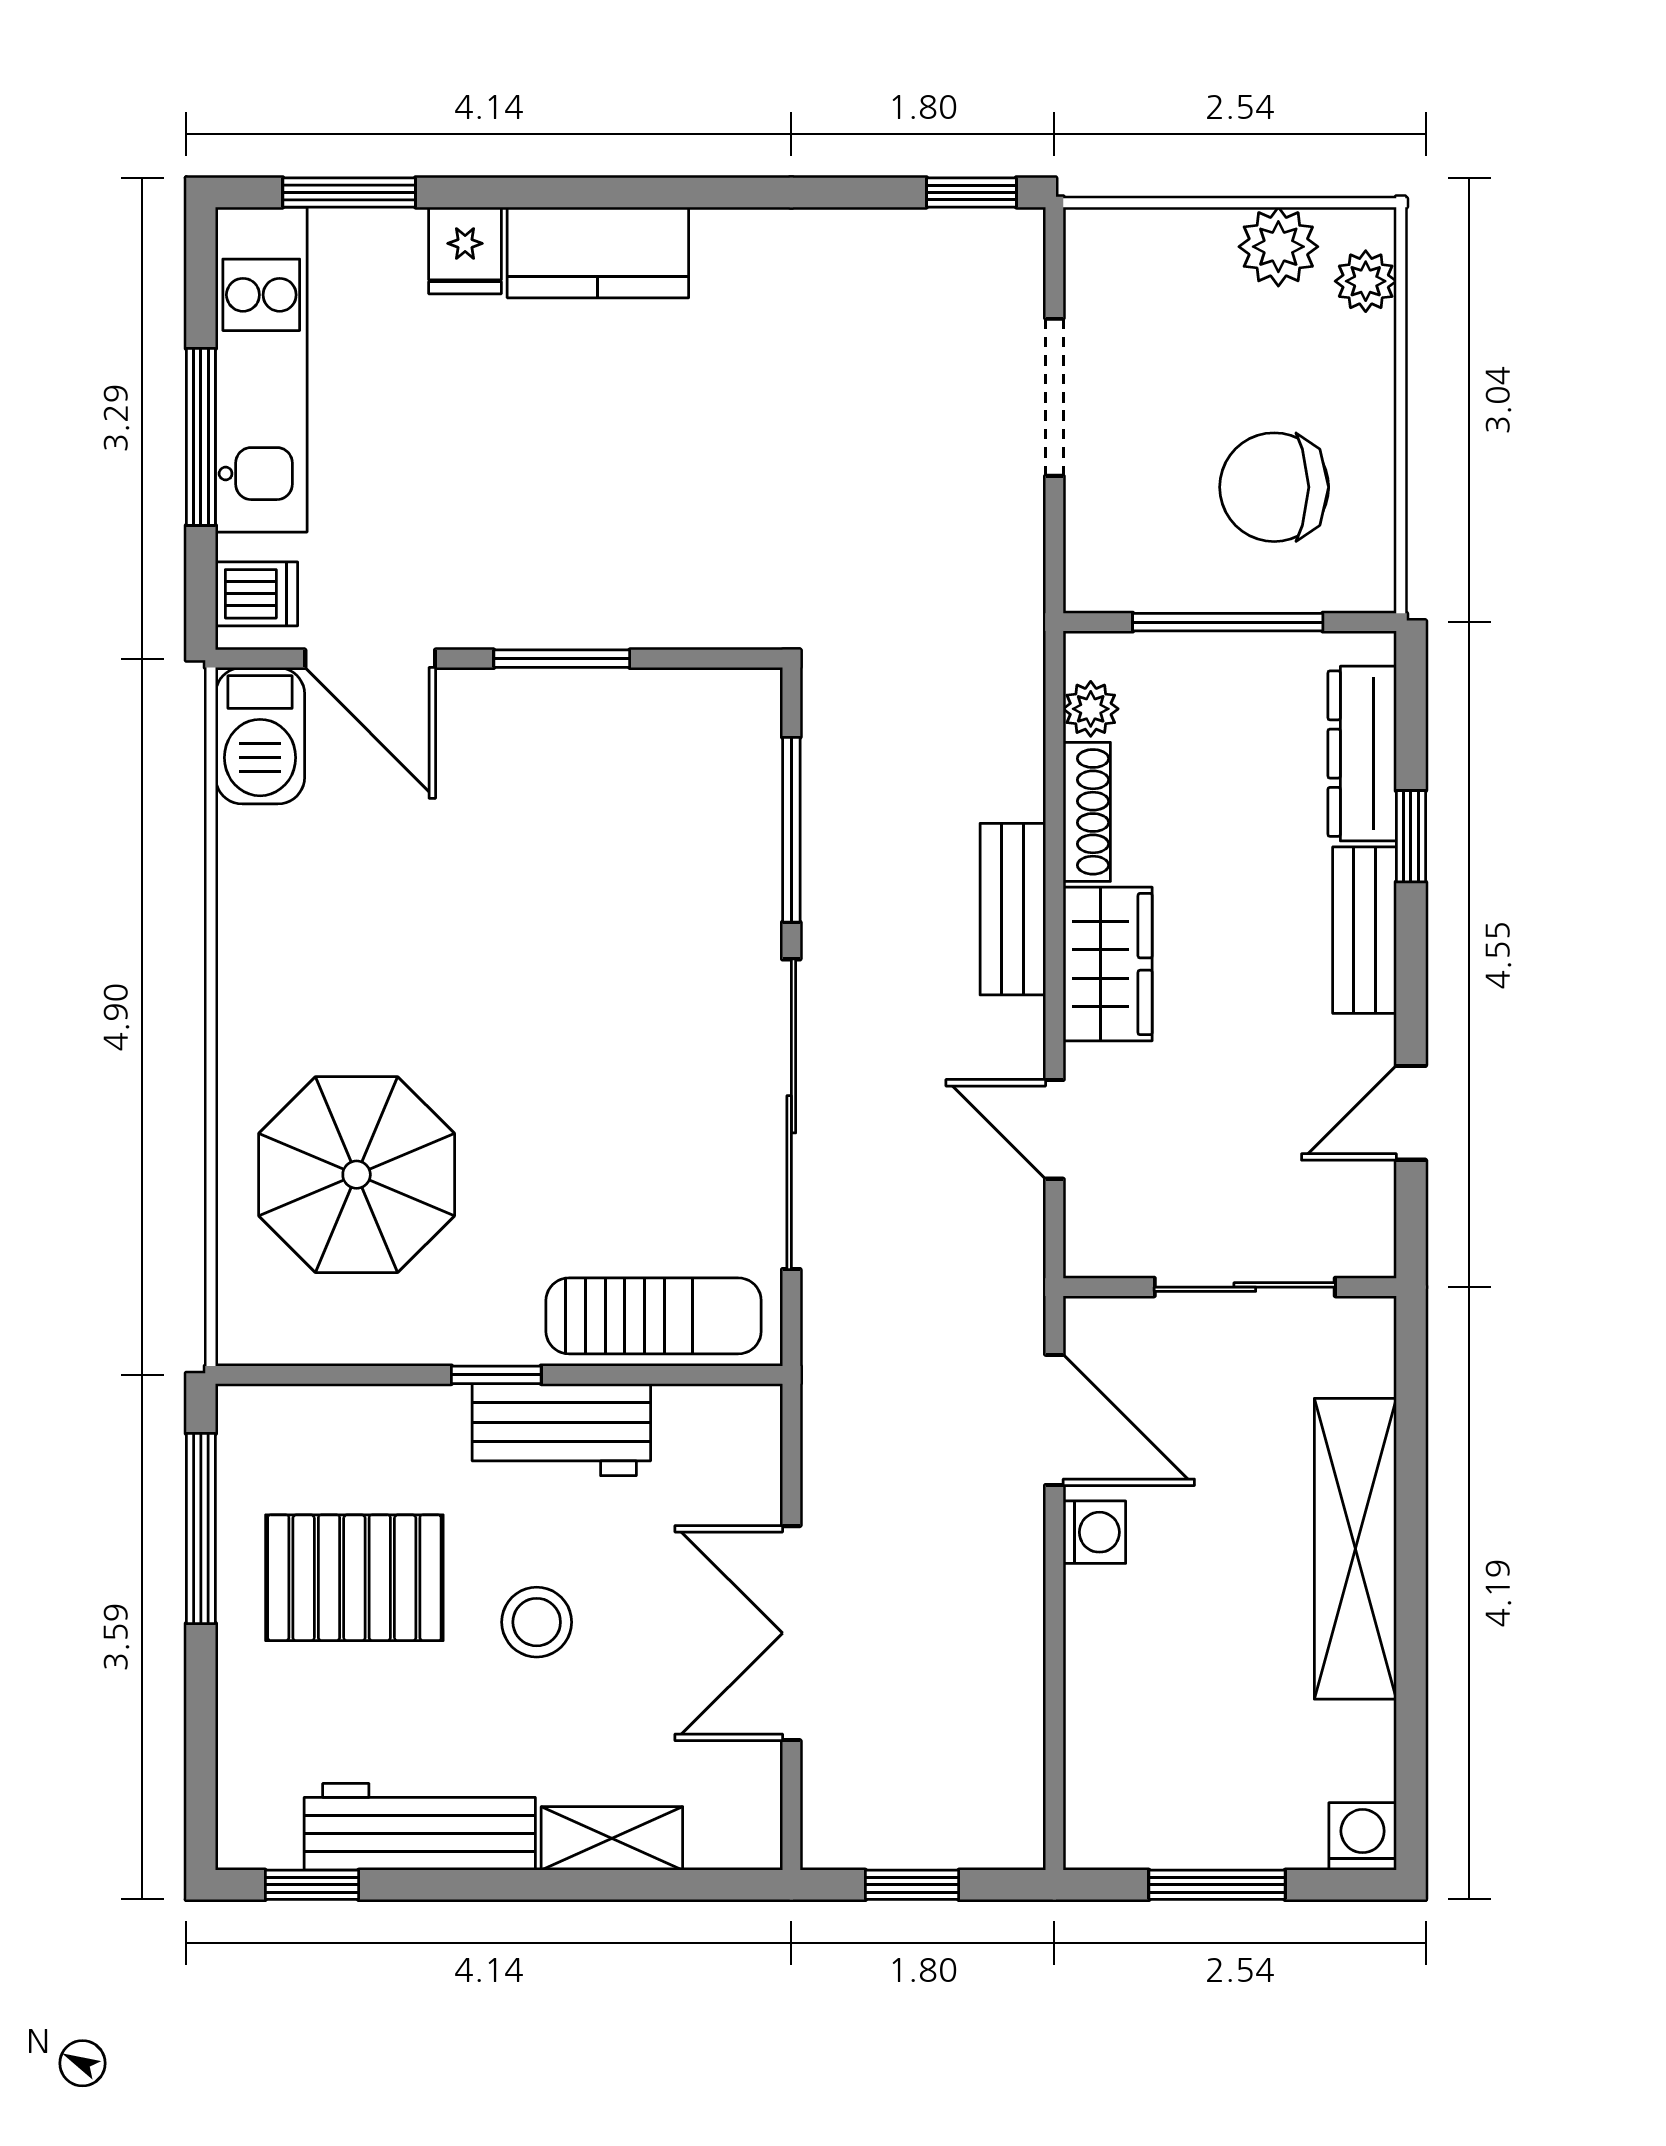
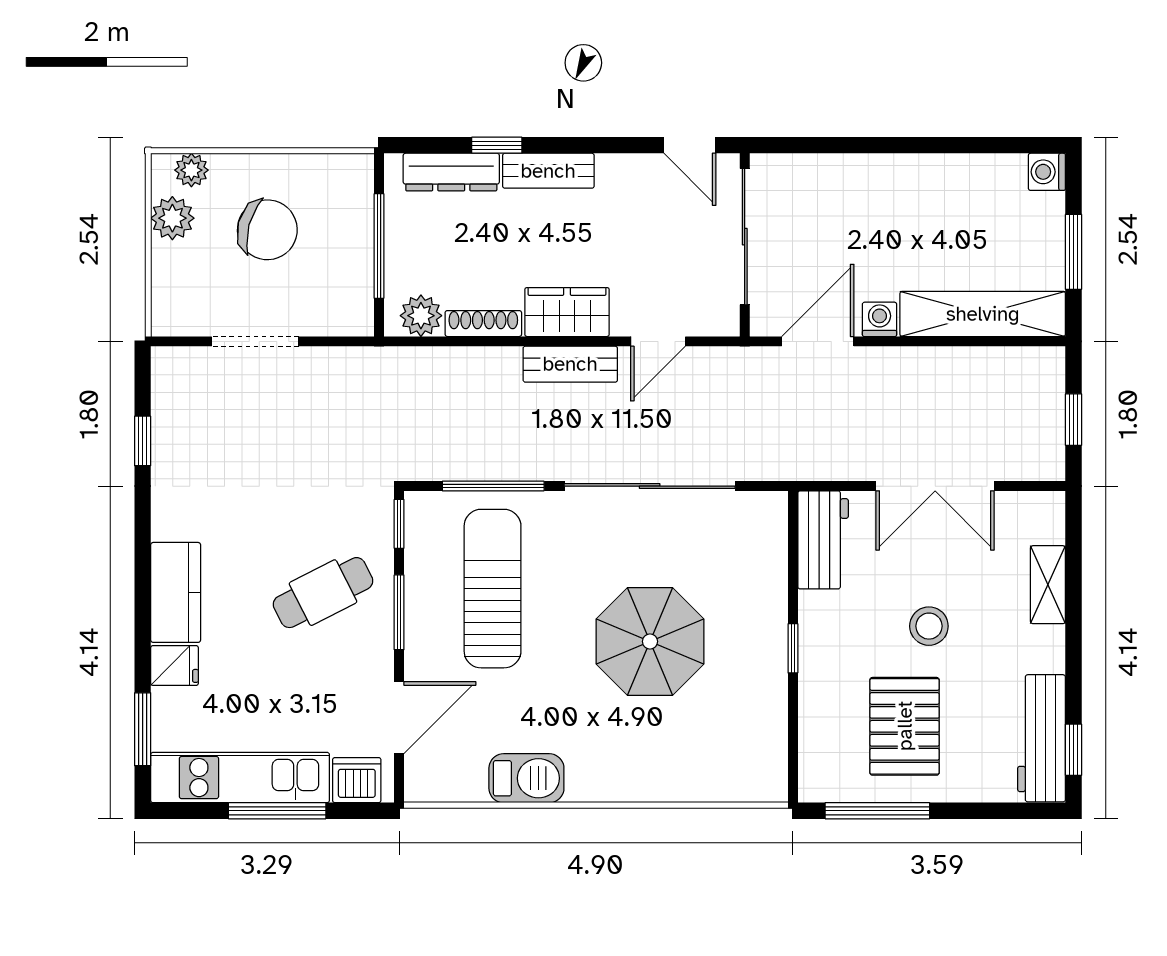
window: (971, 192) -> (143, 441), moved
chair: (1274, 487) -> (267, 230), moved, turned -75
cafe table: (598, 520) -> (323, 593), added
dishwasher: (257, 594) -> (357, 780), width x1.38
window: (722, 659) -> (399, 524), added
plant: (1091, 709) -> (421, 316), width x1.38, depth x1.38
barbecue: (260, 736) -> (526, 778), moved
bench: (1013, 909) -> (570, 364), moved
door: (1411, 1113) -> (690, 145), moved
parasol: (357, 1175) -> (650, 641), moved
sliding door: (1245, 1287) -> (745, 237), width x1.37
sun lounger: (654, 1316) -> (493, 589), moved, width x1.36, depth x1.34
workbench: (561, 1430) -> (823, 540), moved
shelving: (1355, 1549) -> (983, 314), moved
workbench: (420, 1827) -> (1042, 738), moved

